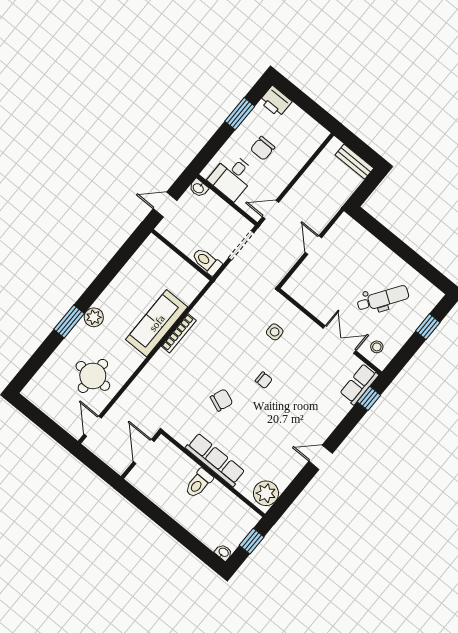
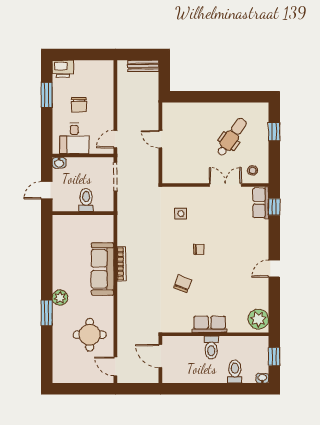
toilet: (207, 261) -> (86, 200), moved, turned 90
row of seats: (215, 460) -> (210, 324), width x0.68
toilet: (203, 525) -> (235, 371), added

